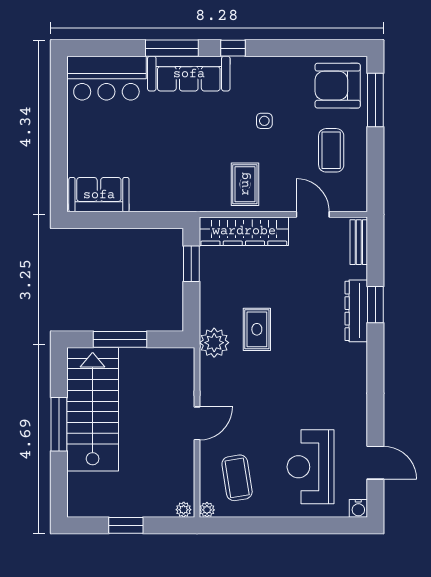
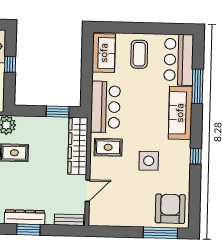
window: (172, 48) -> (197, 86), moved
window: (233, 48) -> (196, 156), moved
side table: (264, 121) -> (149, 161), width x1.87, depth x1.87
coffee table: (331, 150) -> (139, 54), moved, turned 90
bar counter: (182, 190) -> (105, 107), added
window: (120, 339) -> (10, 64), width x0.46

